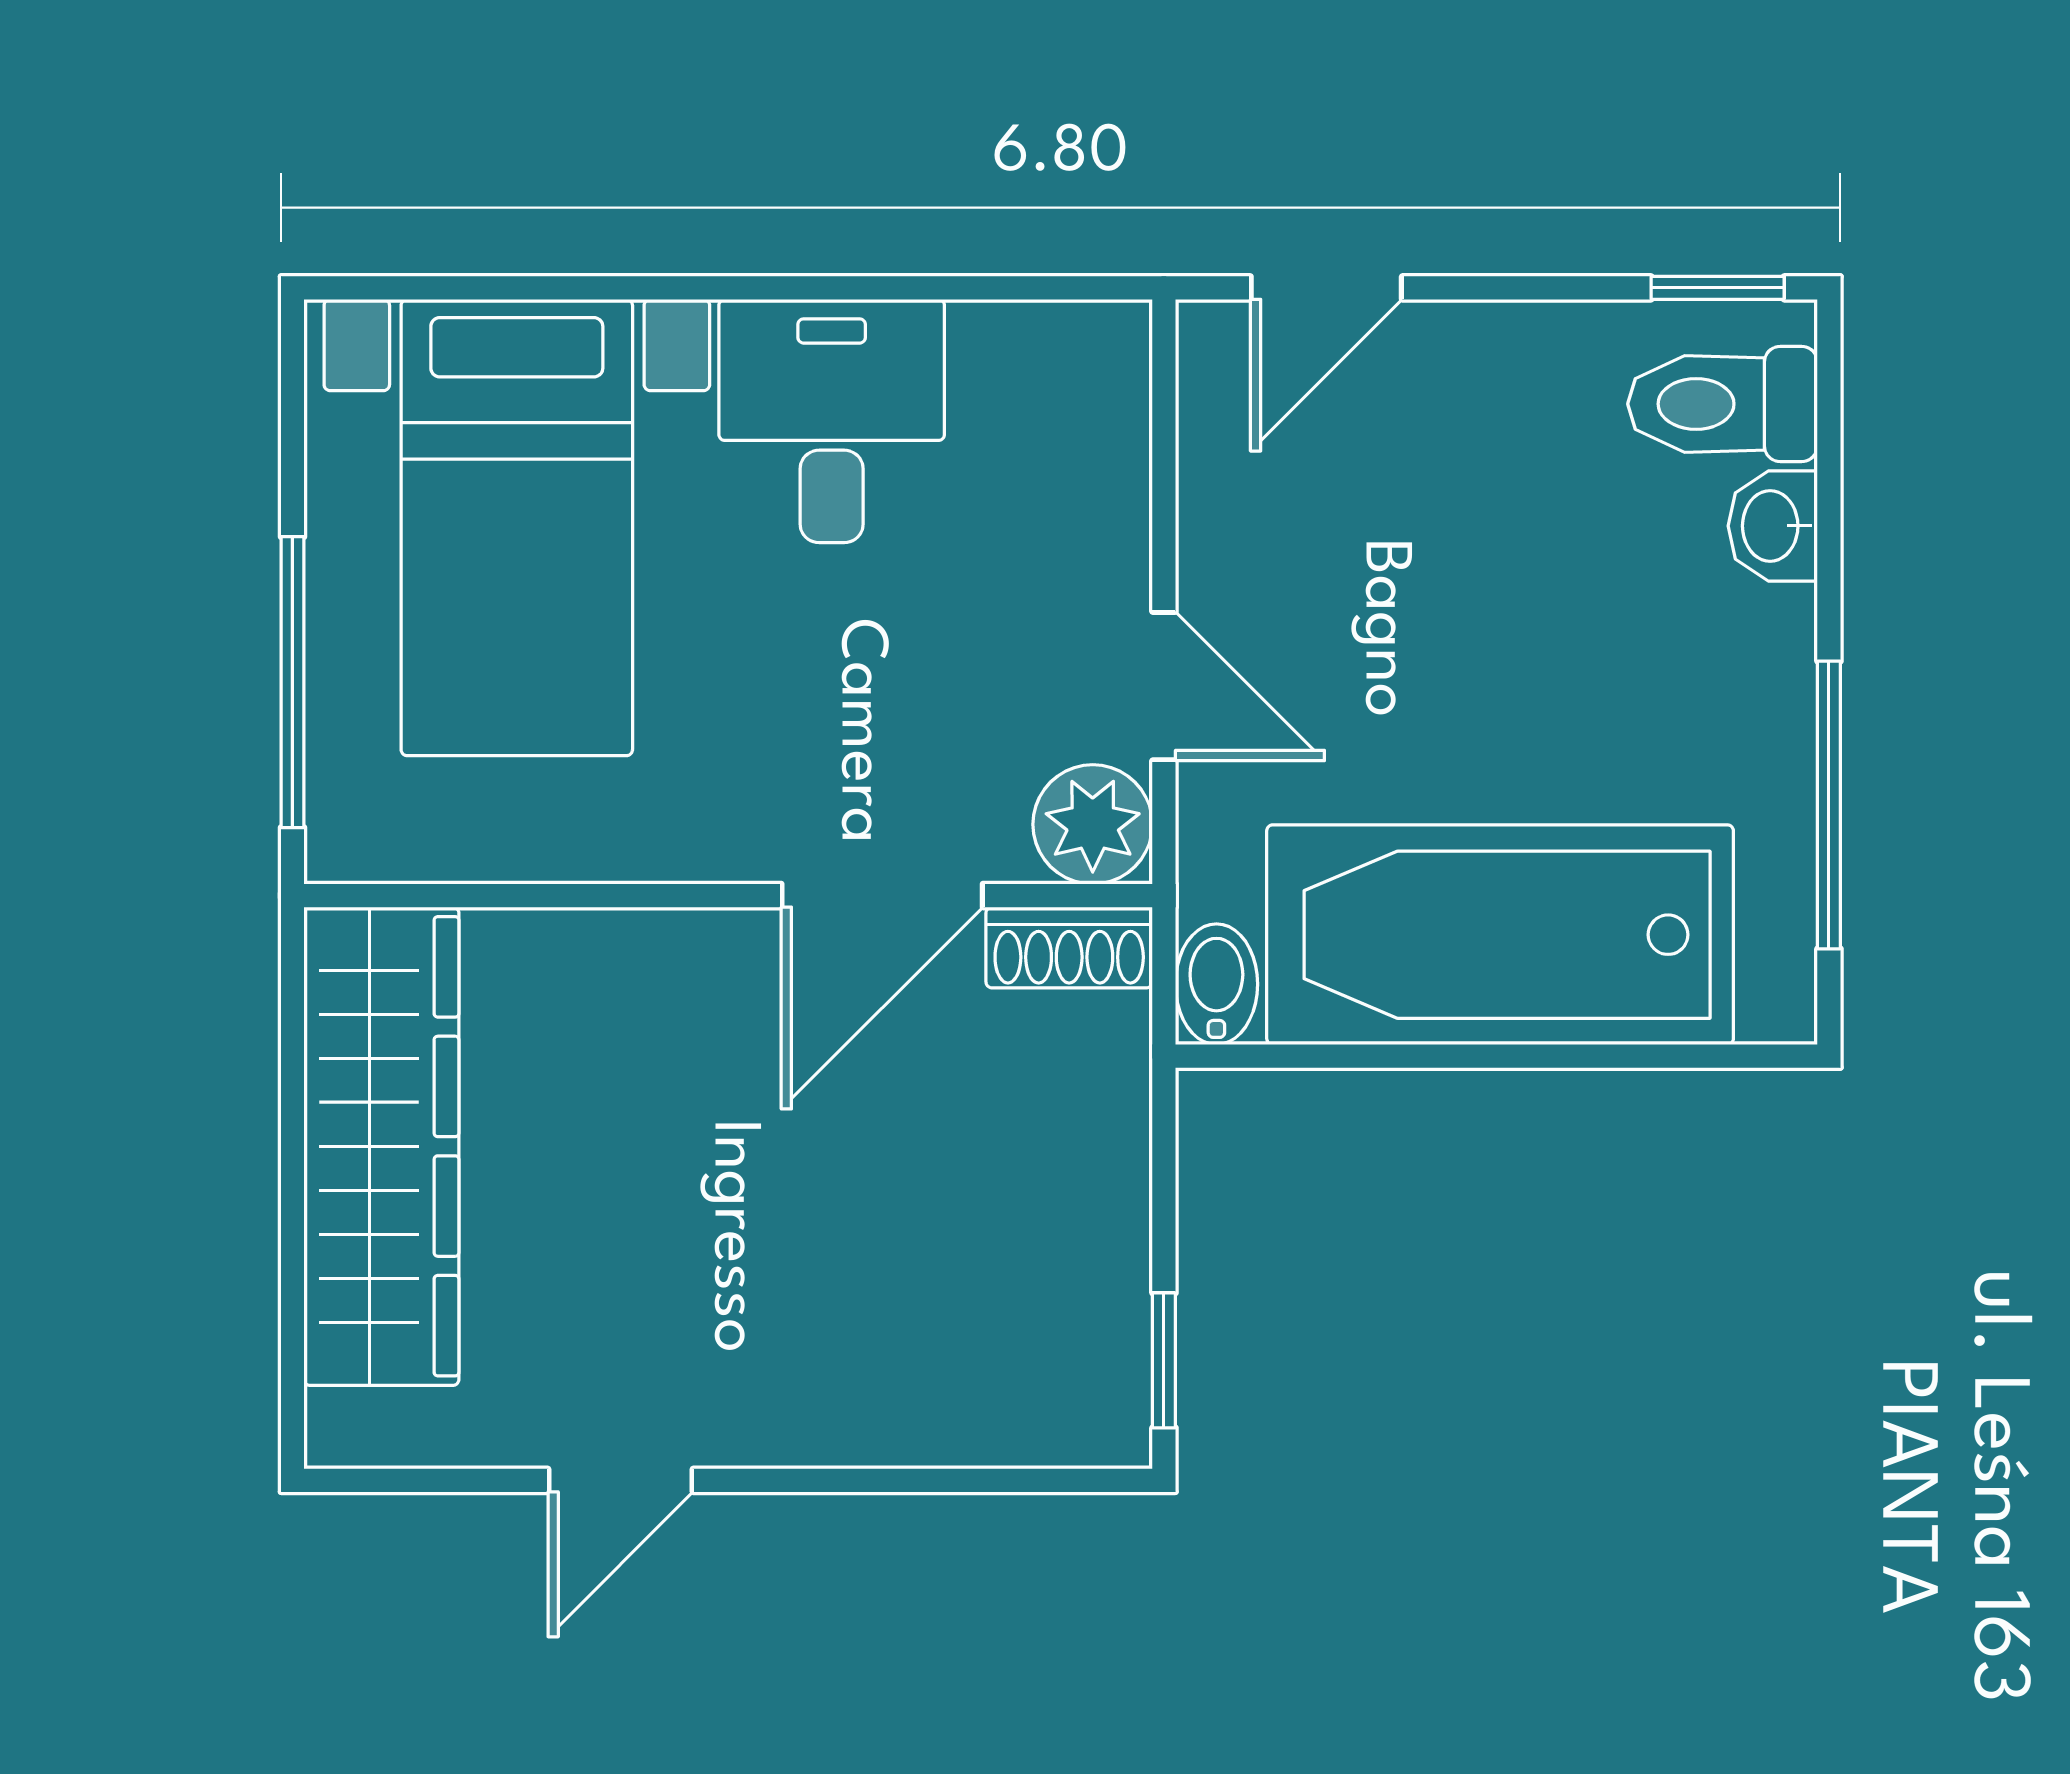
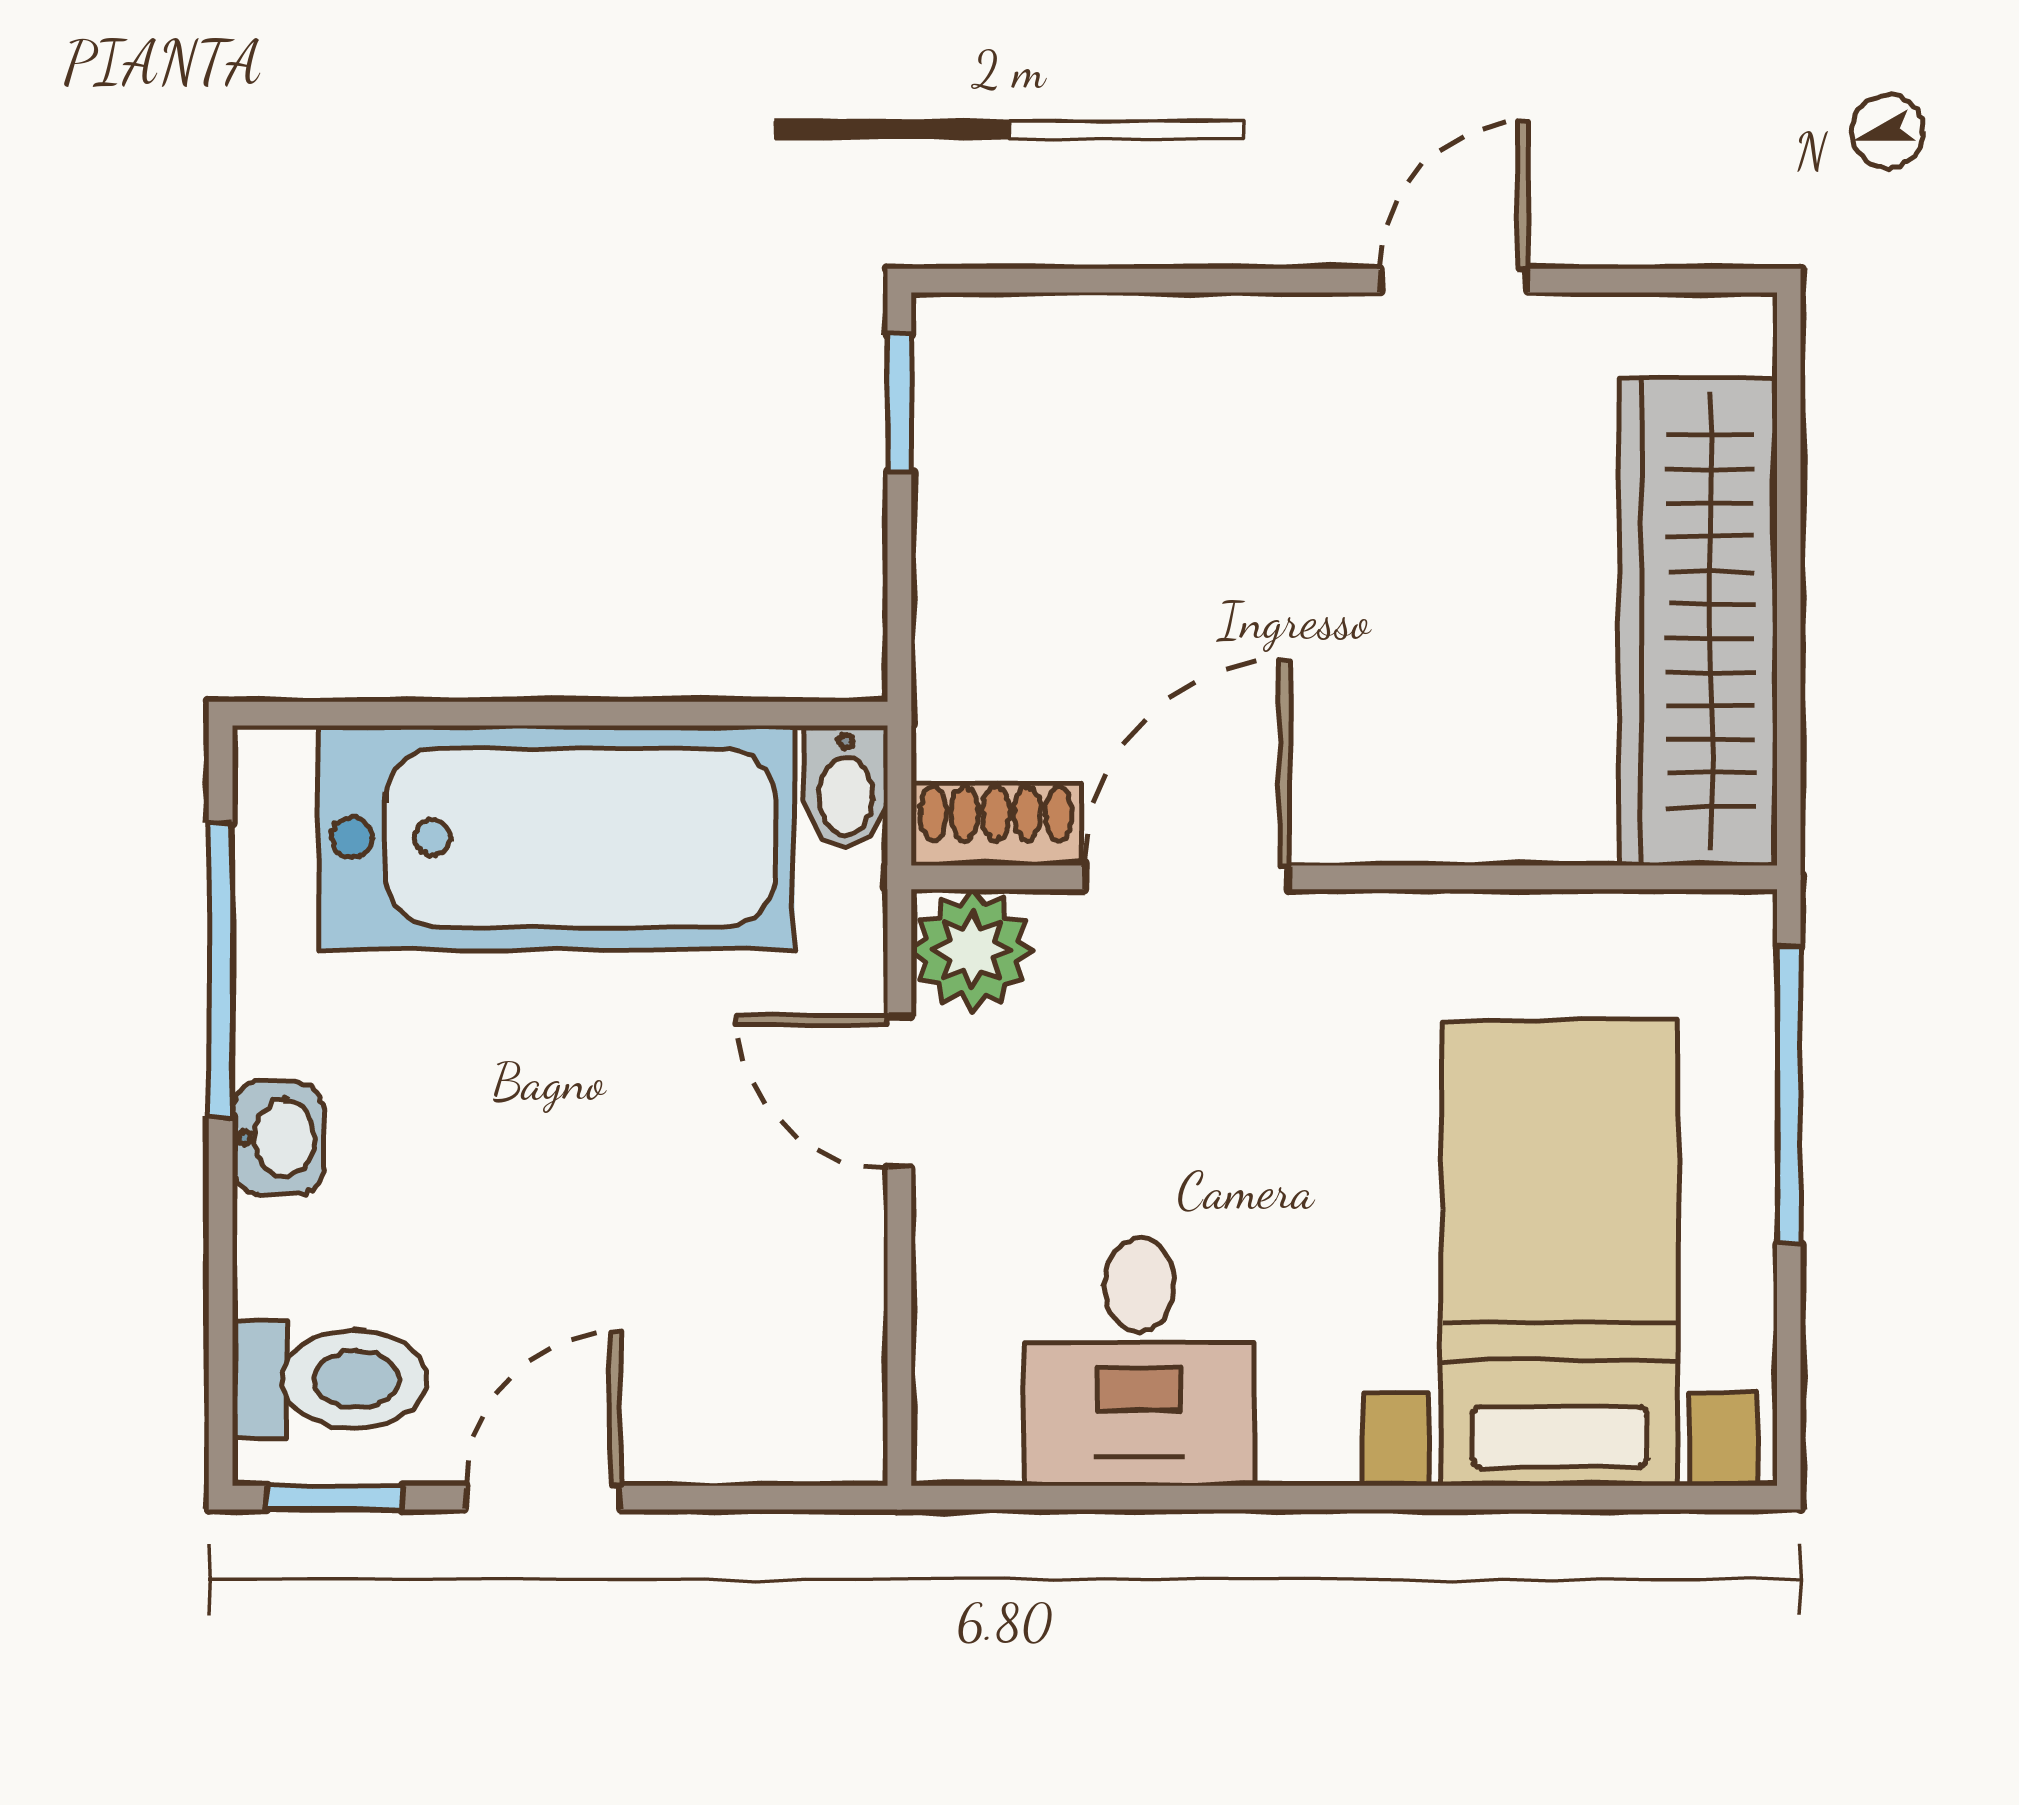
door: (1326, 288) -> (543, 1498), moved
desk: (832, 421) -> (1139, 1362), moved
washbasin: (1773, 526) -> (278, 1138), moved

